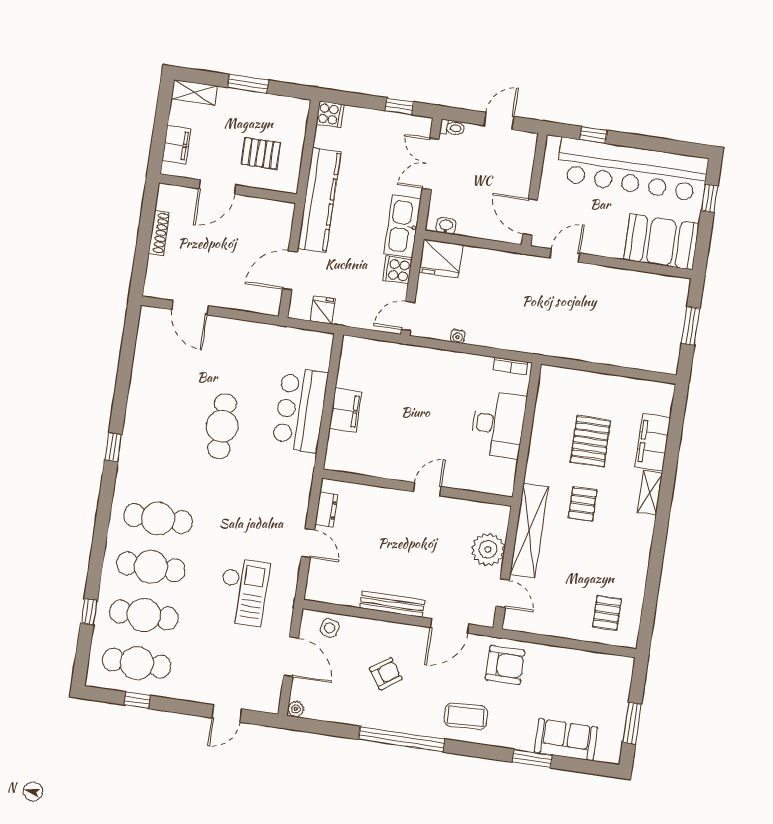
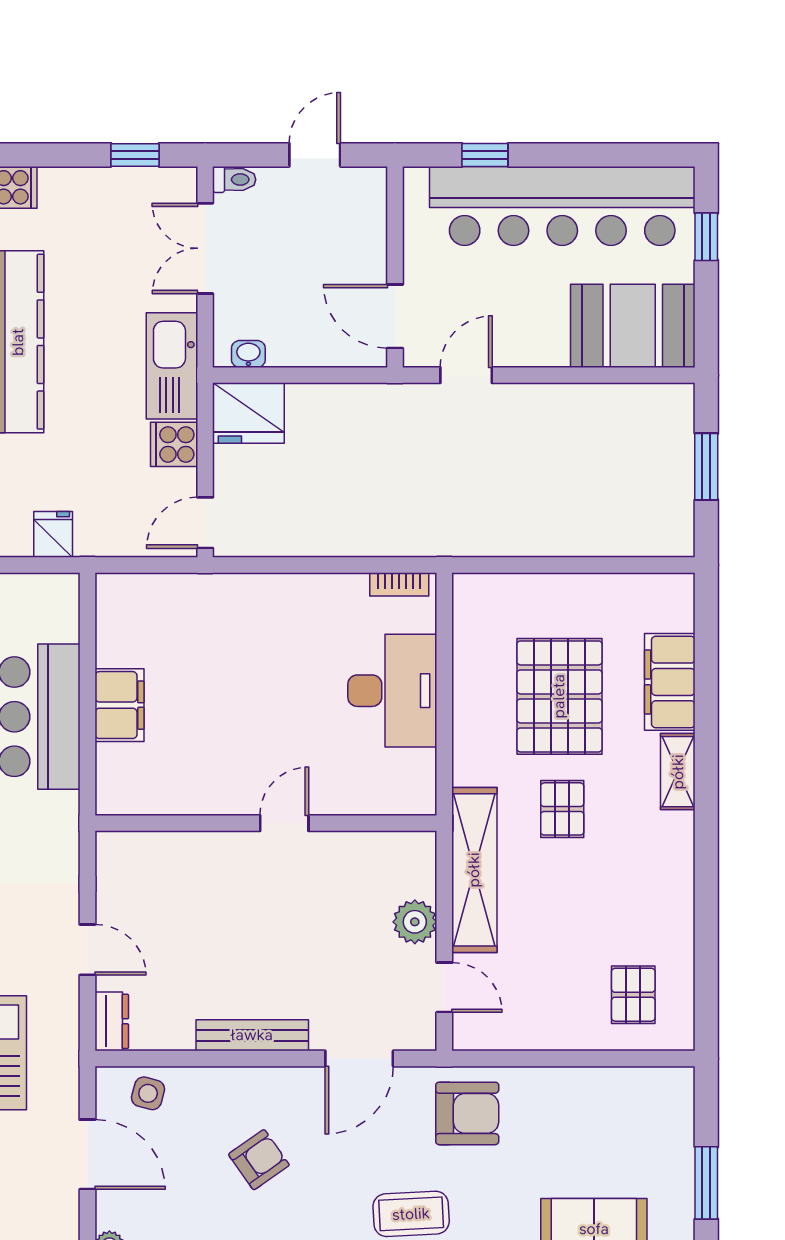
water cooler: (458, 336) -> (298, 545), removed
pallet: (590, 441) -> (559, 696), width x1.37, depth x1.41
dresser: (326, 510) -> (112, 1021), moved
plant: (488, 549) -> (415, 922), width x0.73, depth x0.73

